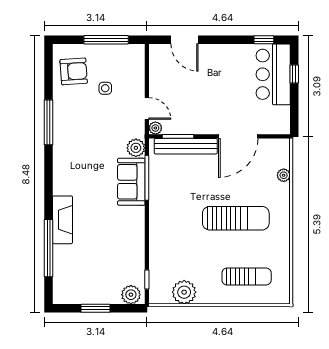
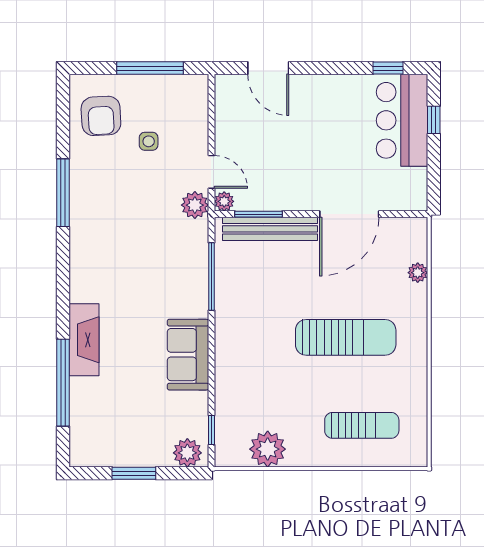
armchair: (74, 71) -> (101, 116), turned 91
plant: (136, 148) -> (195, 205), moved
sofa: (131, 182) -> (188, 355), moved

